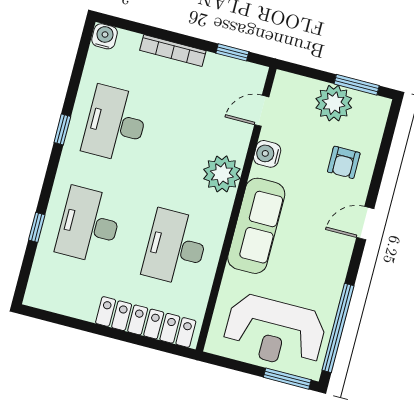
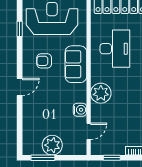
armchair: (344, 162) -> (44, 61), moved, turned -90
sofa: (256, 226) -> (76, 64), width x0.73
window: (338, 328) -> (20, 29), width x0.32

